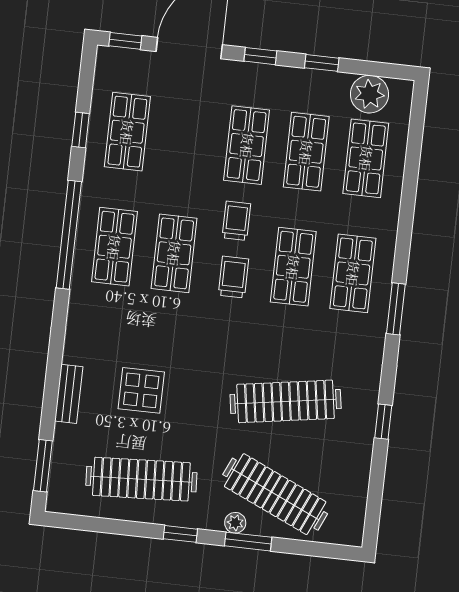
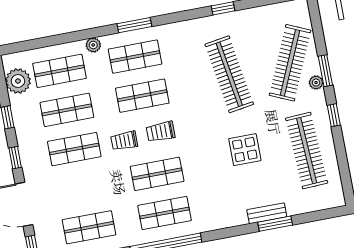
plant: (388, 219) -> (93, 45), added
window: (396, 309) -> (134, 25), moved
display table: (141, 390) -> (245, 150), moved
window: (43, 466) -> (275, 224), moved

